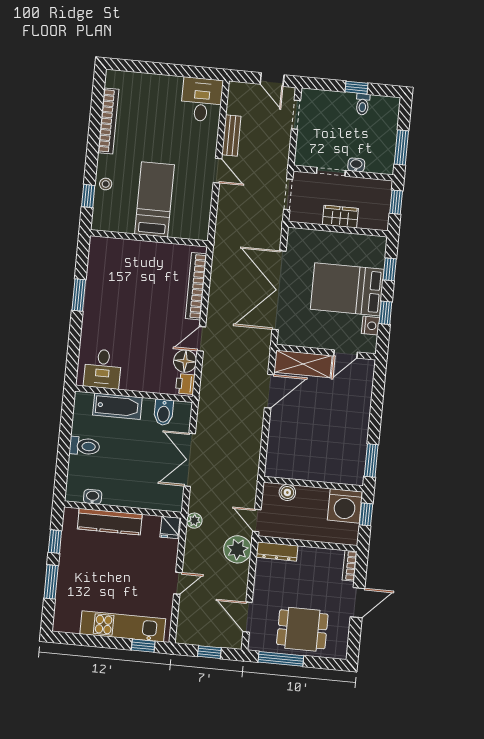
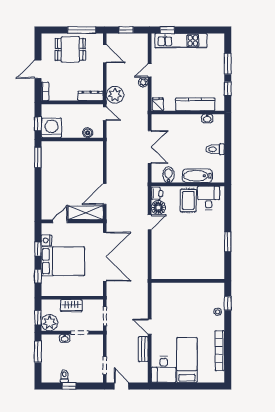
plant: (378, 192) -> (49, 323), added
bed: (155, 199) -> (187, 360), moved, turned 180
bookcase: (196, 286) -> (156, 254), removed
rug: (136, 368) -> (188, 200), added
plant: (194, 521) -> (143, 82), moved

